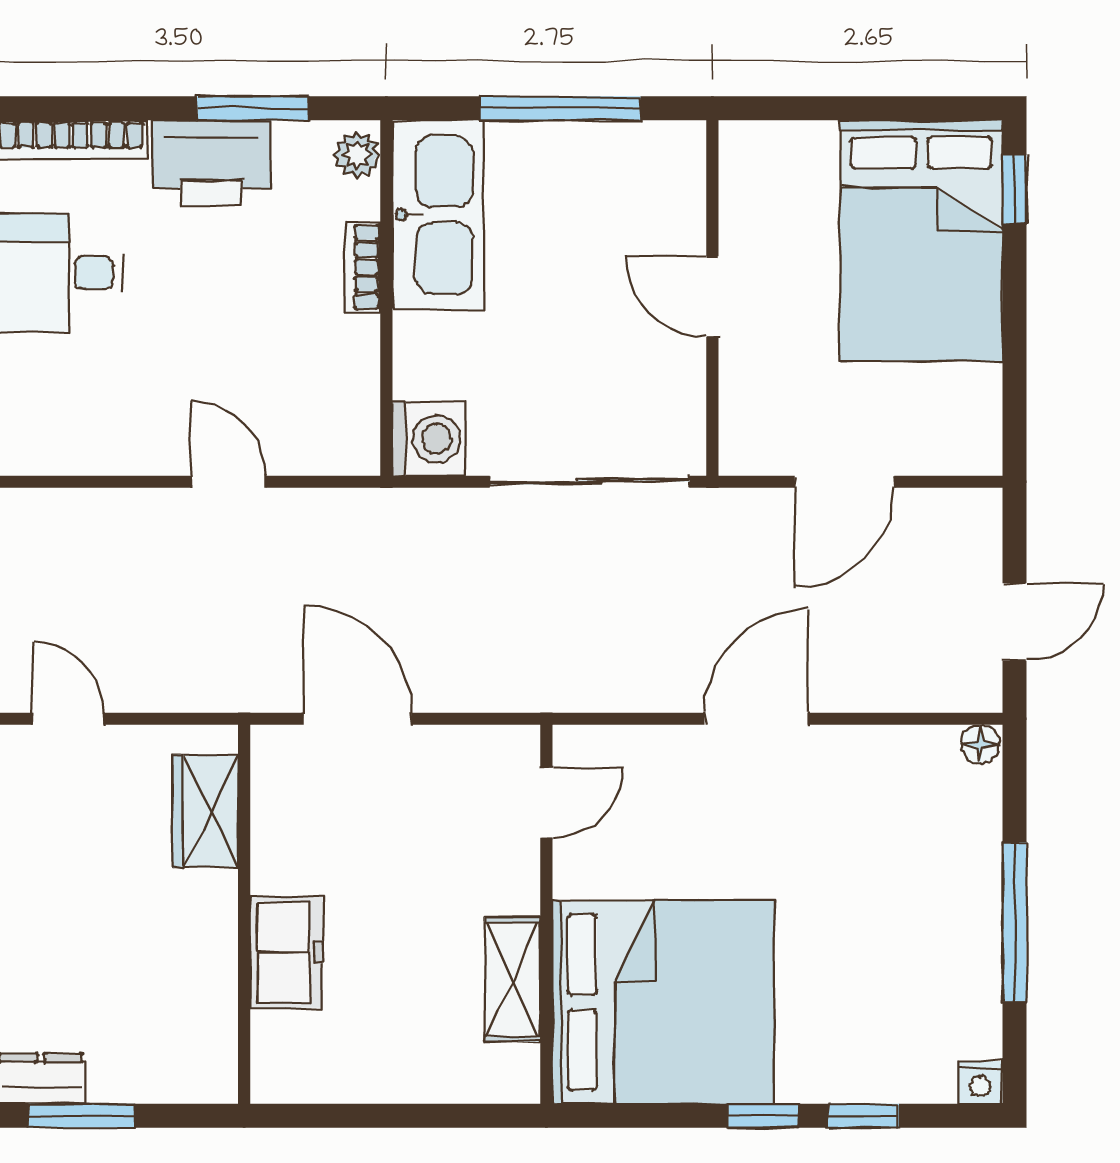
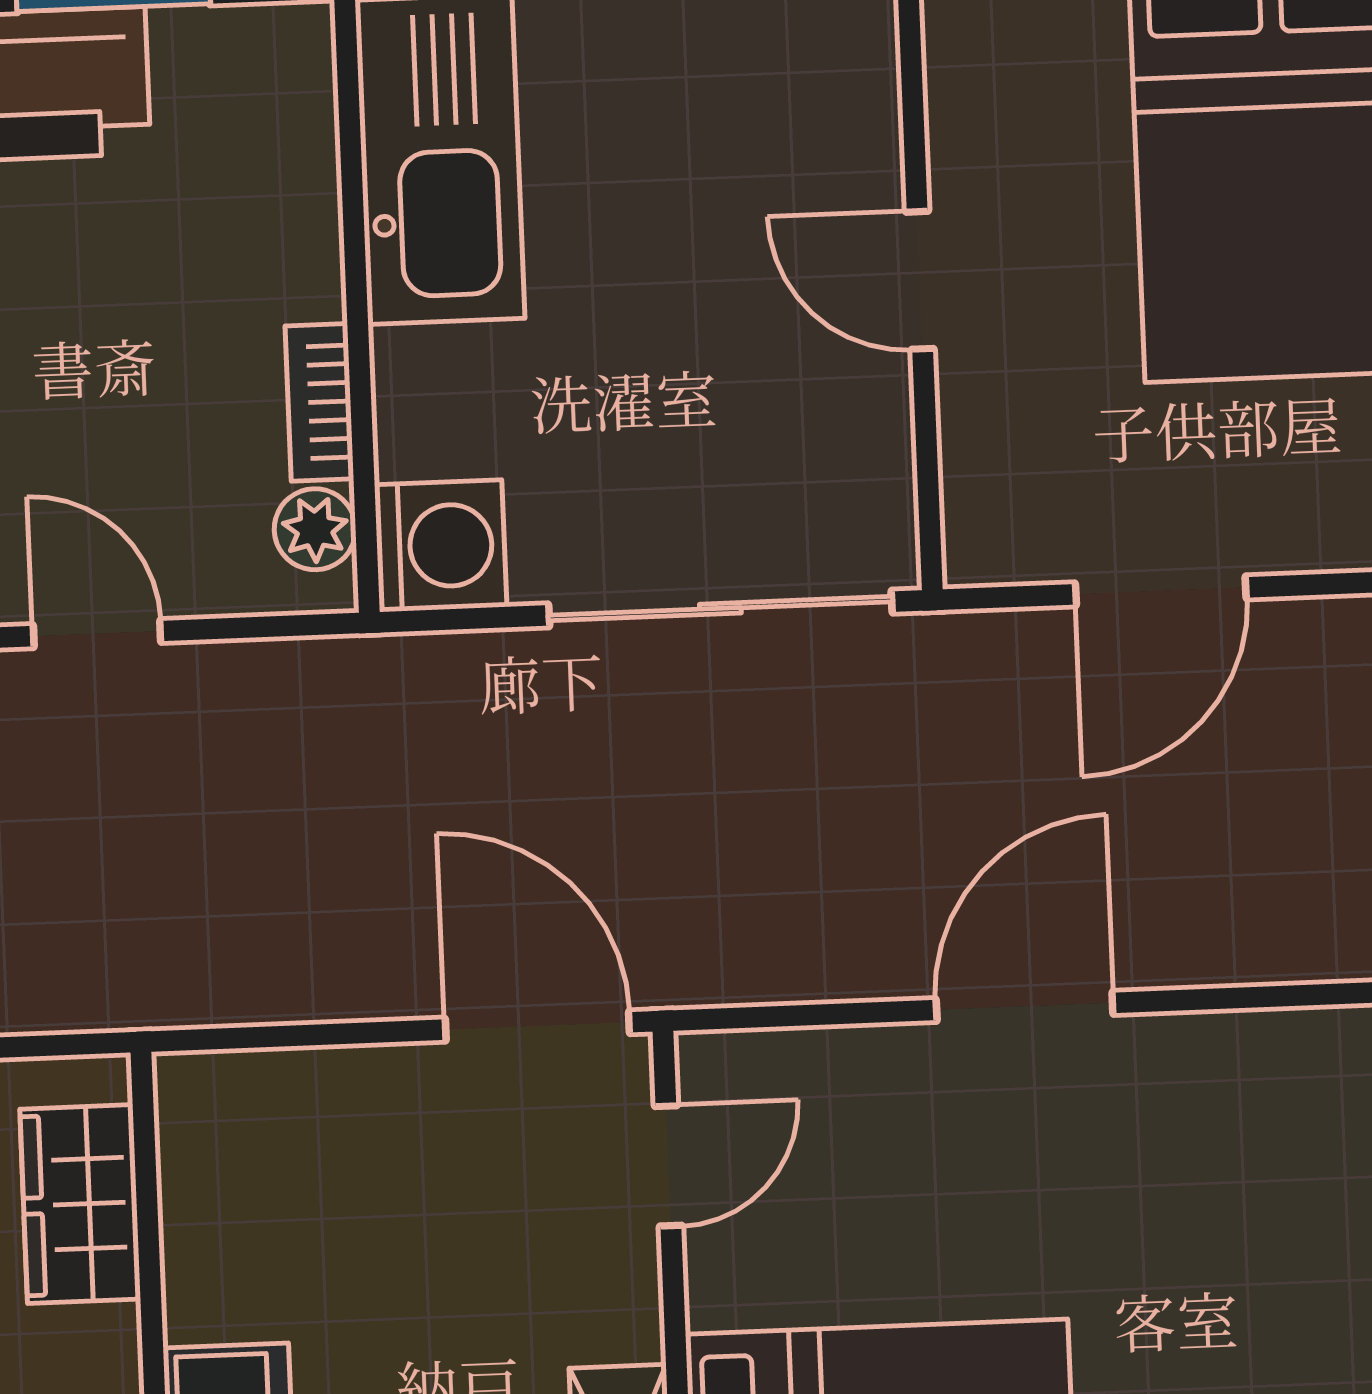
plant: (357, 155) -> (315, 529), moved
bookcase: (362, 267) -> (319, 402), moved
door: (357, 719) -> (537, 1026), moved

